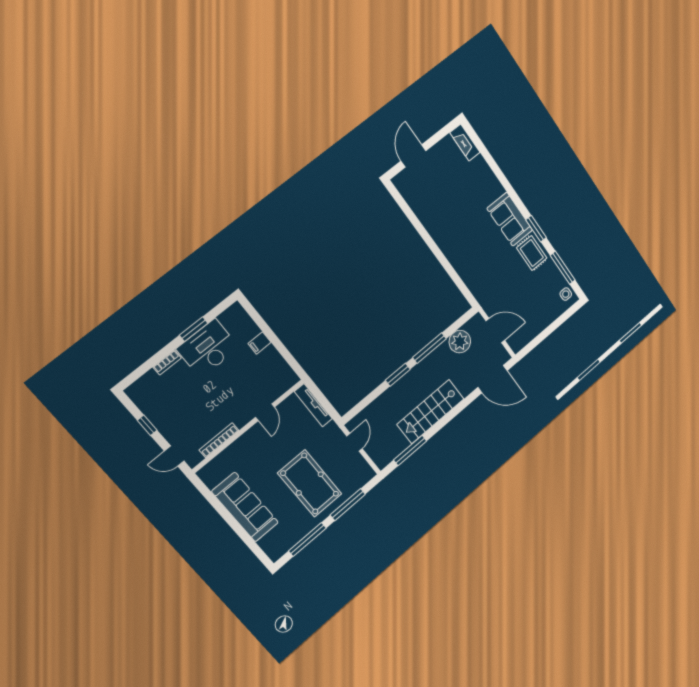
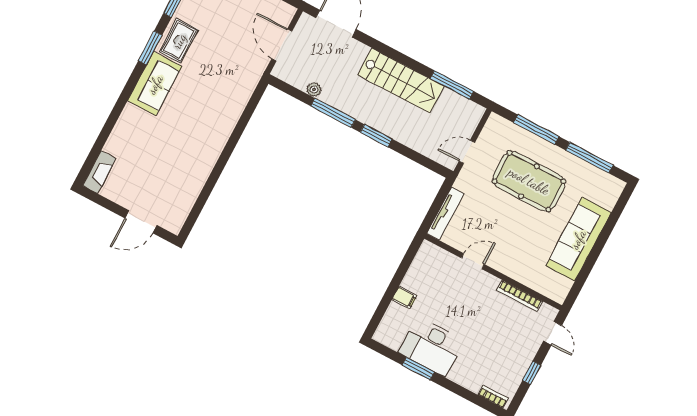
plant: (460, 342) -> (314, 90), width x0.53, depth x0.53
bookcase: (167, 362) -> (493, 397), moved
pool table: (310, 484) -> (529, 181), turned 90

